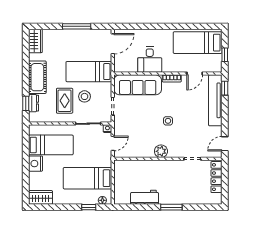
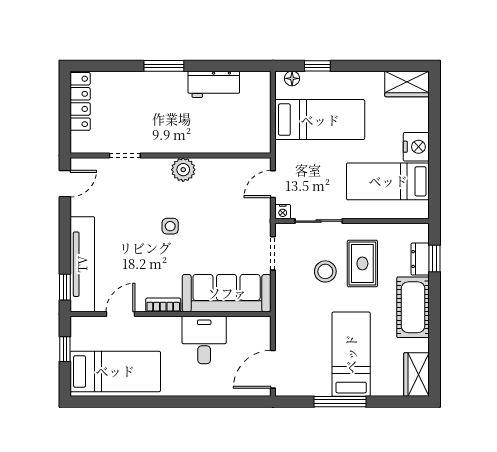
bed: (89, 72) -> (351, 354), moved, turned -90
locker: (216, 177) -> (80, 101), moved

